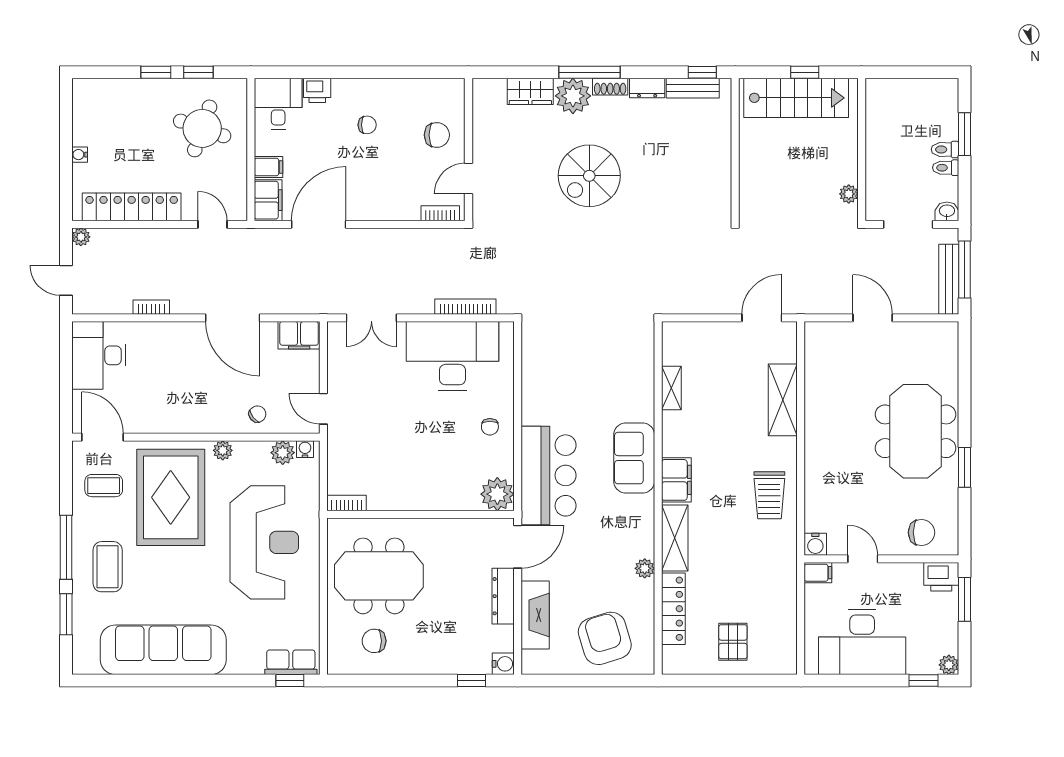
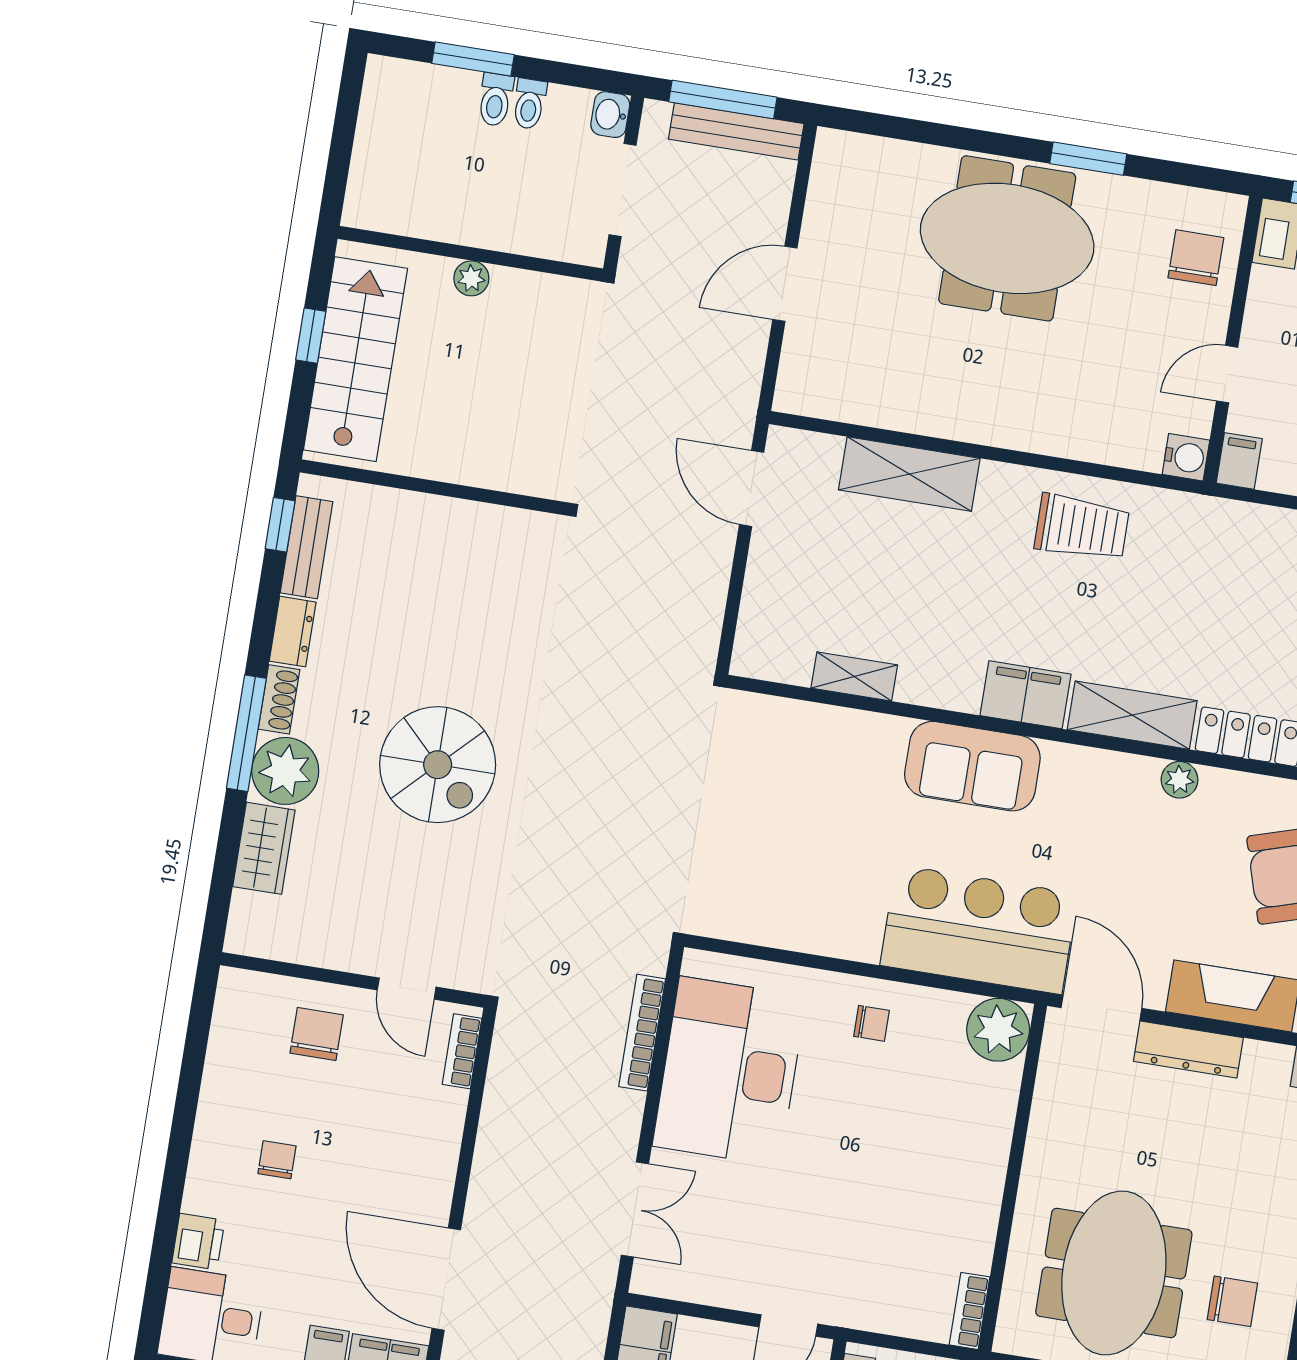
plant: (849, 194) -> (471, 278), moved
chair: (374, 641) -> (1232, 1301), turned -90

